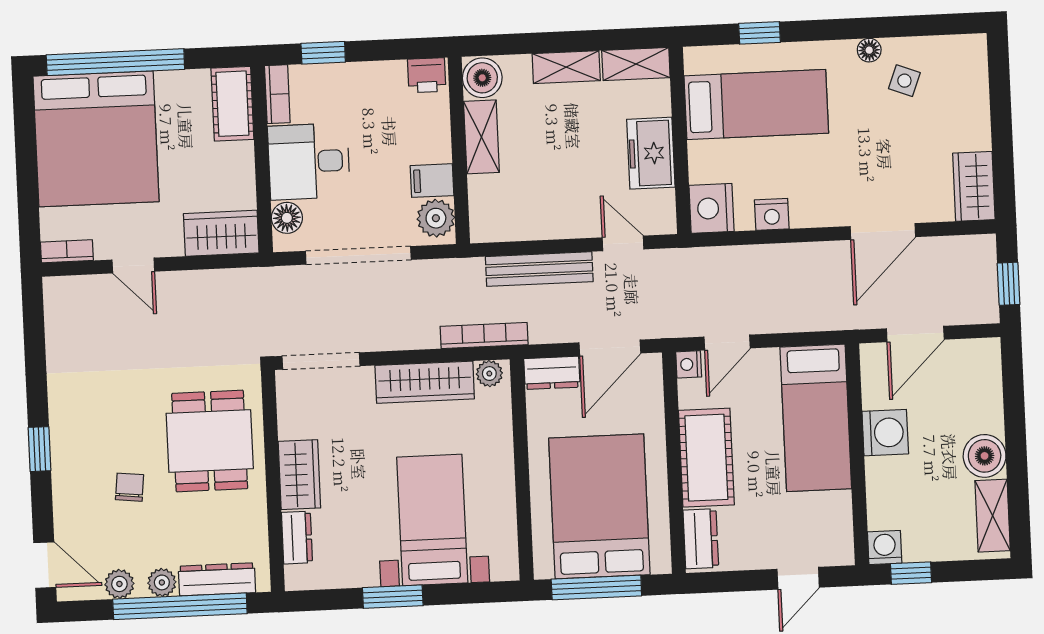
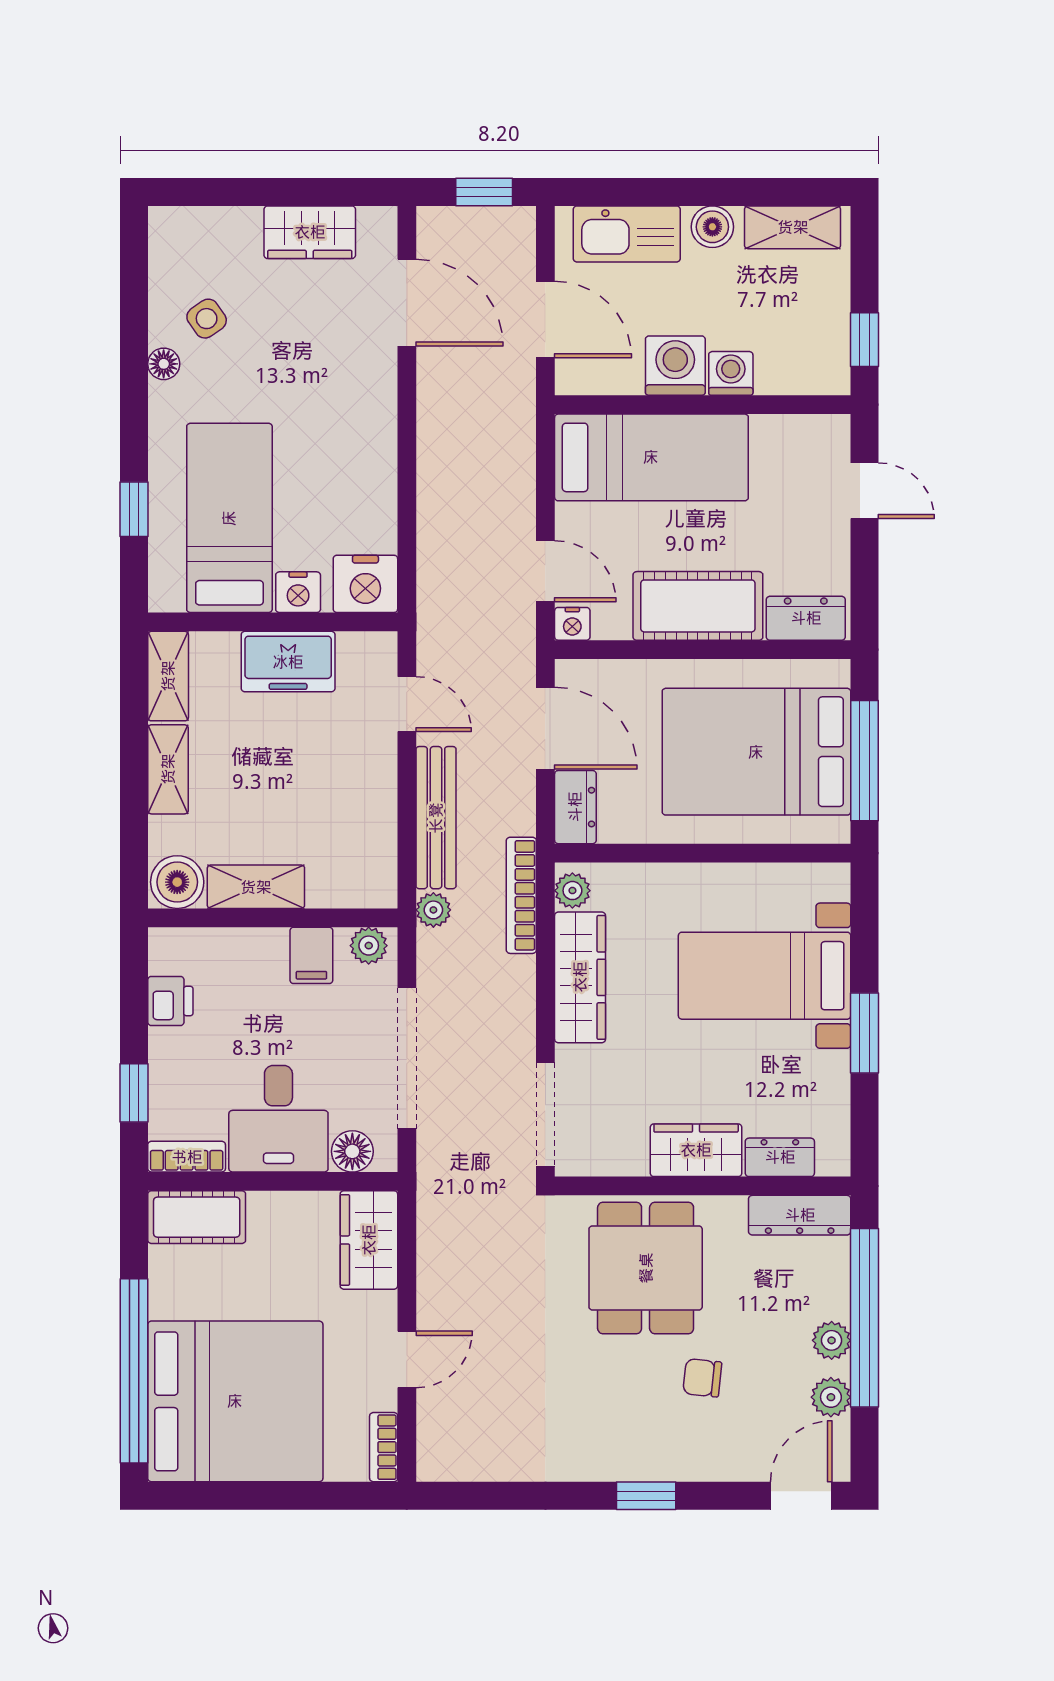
printer: (427, 75) -> (170, 1001), moved
side table: (904, 81) -> (207, 319), turned 34
wardrobe: (974, 186) -> (310, 232), moved
nightstand: (772, 214) -> (298, 592), moved, turned 90
plant: (436, 218) -> (369, 946), width x0.73, depth x0.73
door: (883, 232) -> (407, 303), moved
door: (623, 243) -> (407, 704), swing flipped
plant: (470, 270) -> (433, 910), added
kitchen sink: (982, 392) -> (627, 234), added
dining table: (210, 441) -> (646, 1268), turned 90
boiler: (985, 456) -> (712, 227), width x0.73, depth x0.73
washing machine: (885, 547) -> (731, 373), moved, turned 90
dresser: (217, 579) -> (800, 1215), moved, turned -90

